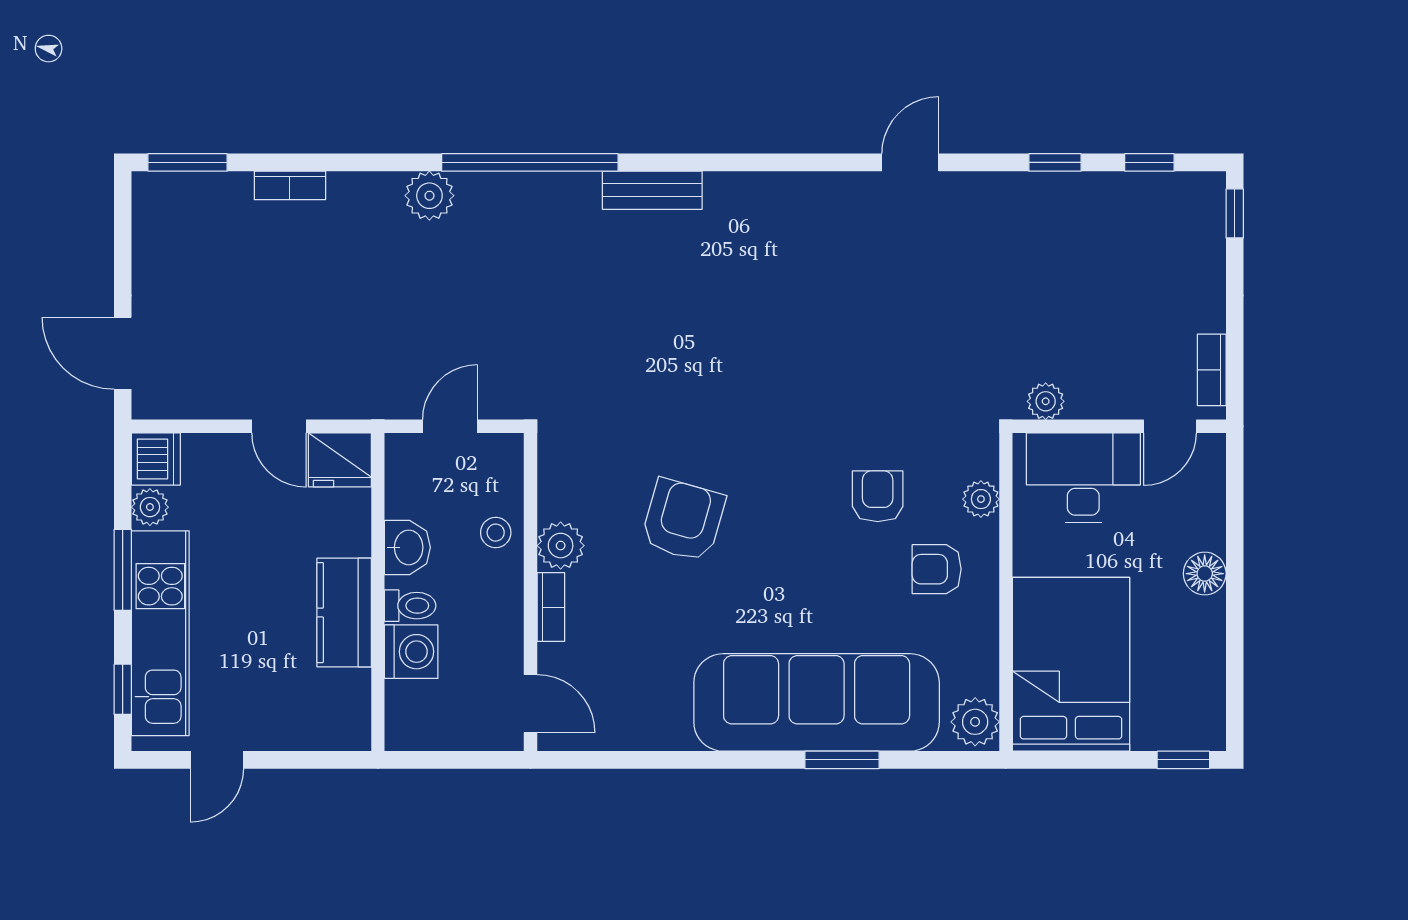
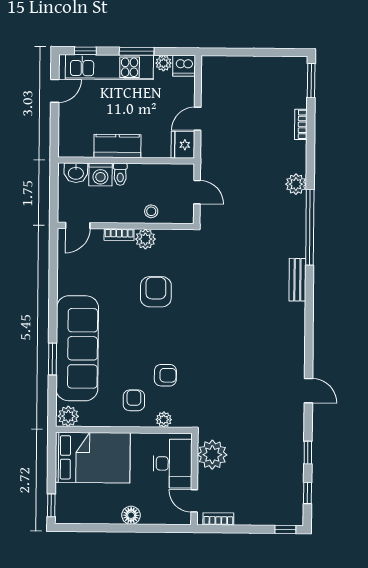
door: (123, 353) -> (230, 52), removed
plant: (1046, 401) -> (212, 455), width x1.88, depth x1.88
armchair: (683, 520) -> (156, 292), turned -106
washbasin: (407, 547) -> (76, 173), moved
door: (217, 760) -> (55, 91), swing flipped

